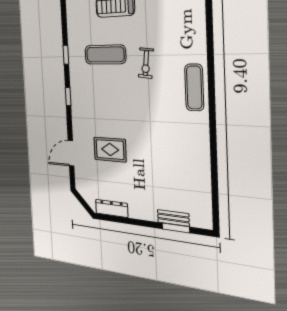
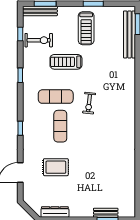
window: (66, 55) -> (20, 75), moved
exercise mat: (194, 87) -> (60, 126), moved

